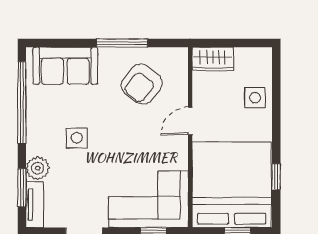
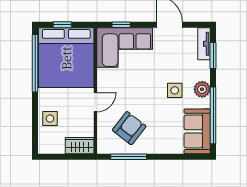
window: (122, 43) -> (129, 157), moved
sofa: (65, 66) -> (197, 131), moved, turned -90
plant: (38, 168) -> (202, 89), moved
window: (276, 177) -> (35, 63), width x3.17

